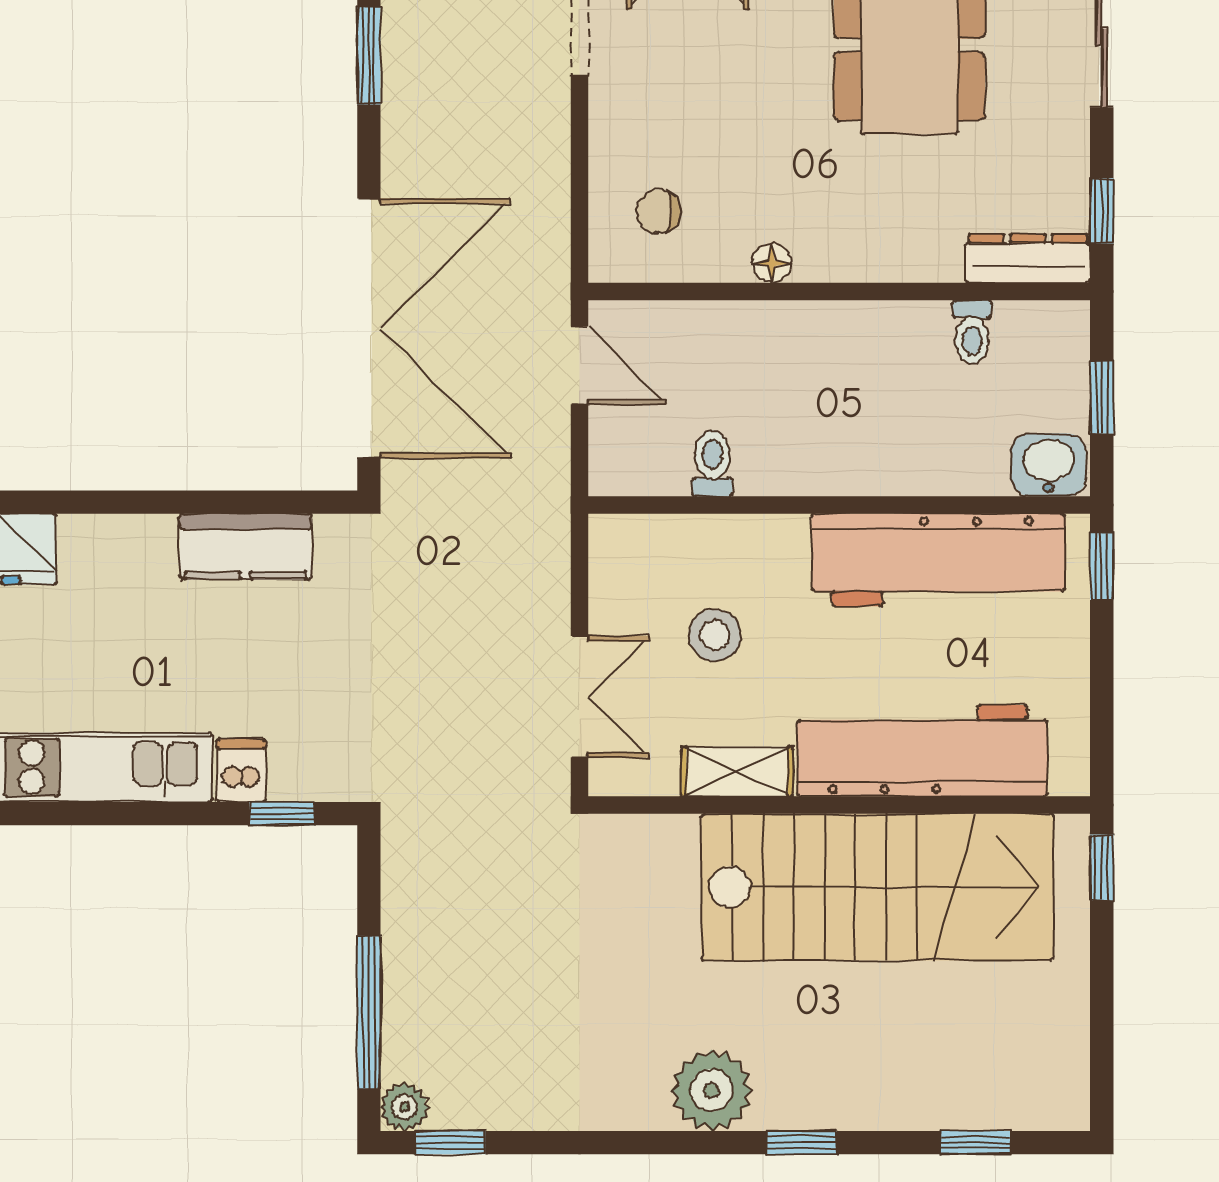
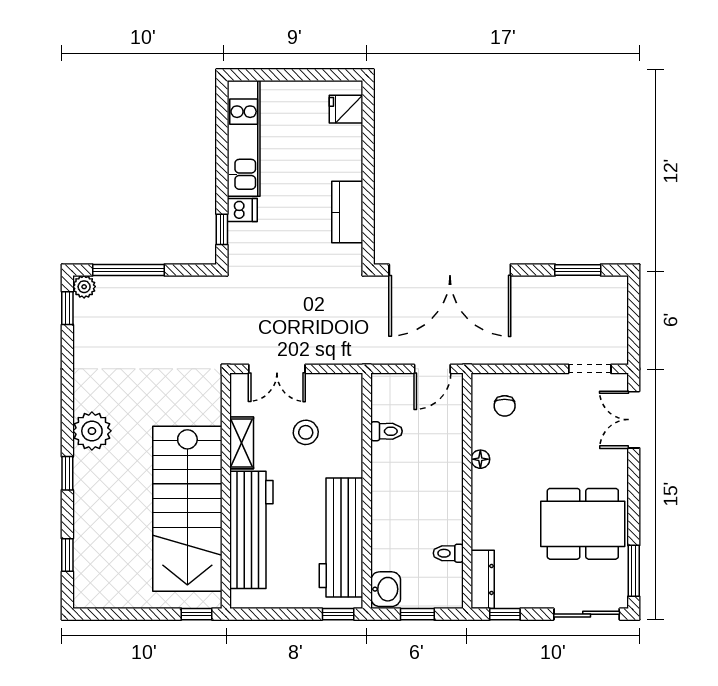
chair: (658, 211) -> (505, 406), turned 180

